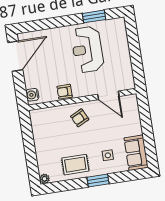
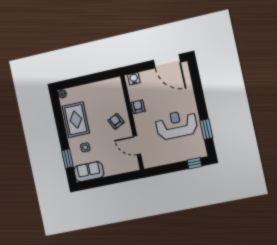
window: (132, 32) -> (194, 163), added
door: (108, 95) -> (137, 145), hinge flipped
rug: (75, 165) -> (76, 120), width x1.36, depth x1.43
window: (98, 180) -> (67, 159), moved

